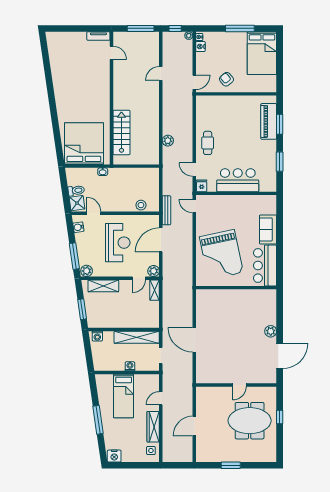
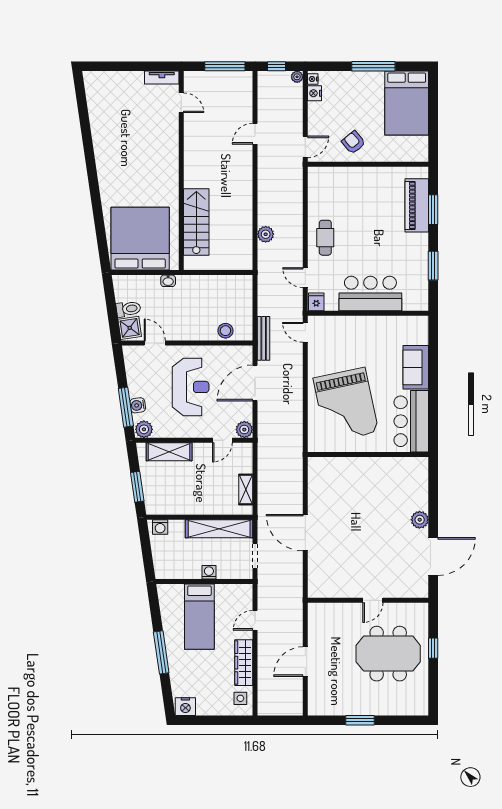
water cooler: (78, 227) -> (138, 405), moved
shelving: (155, 290) -> (246, 489), moved

